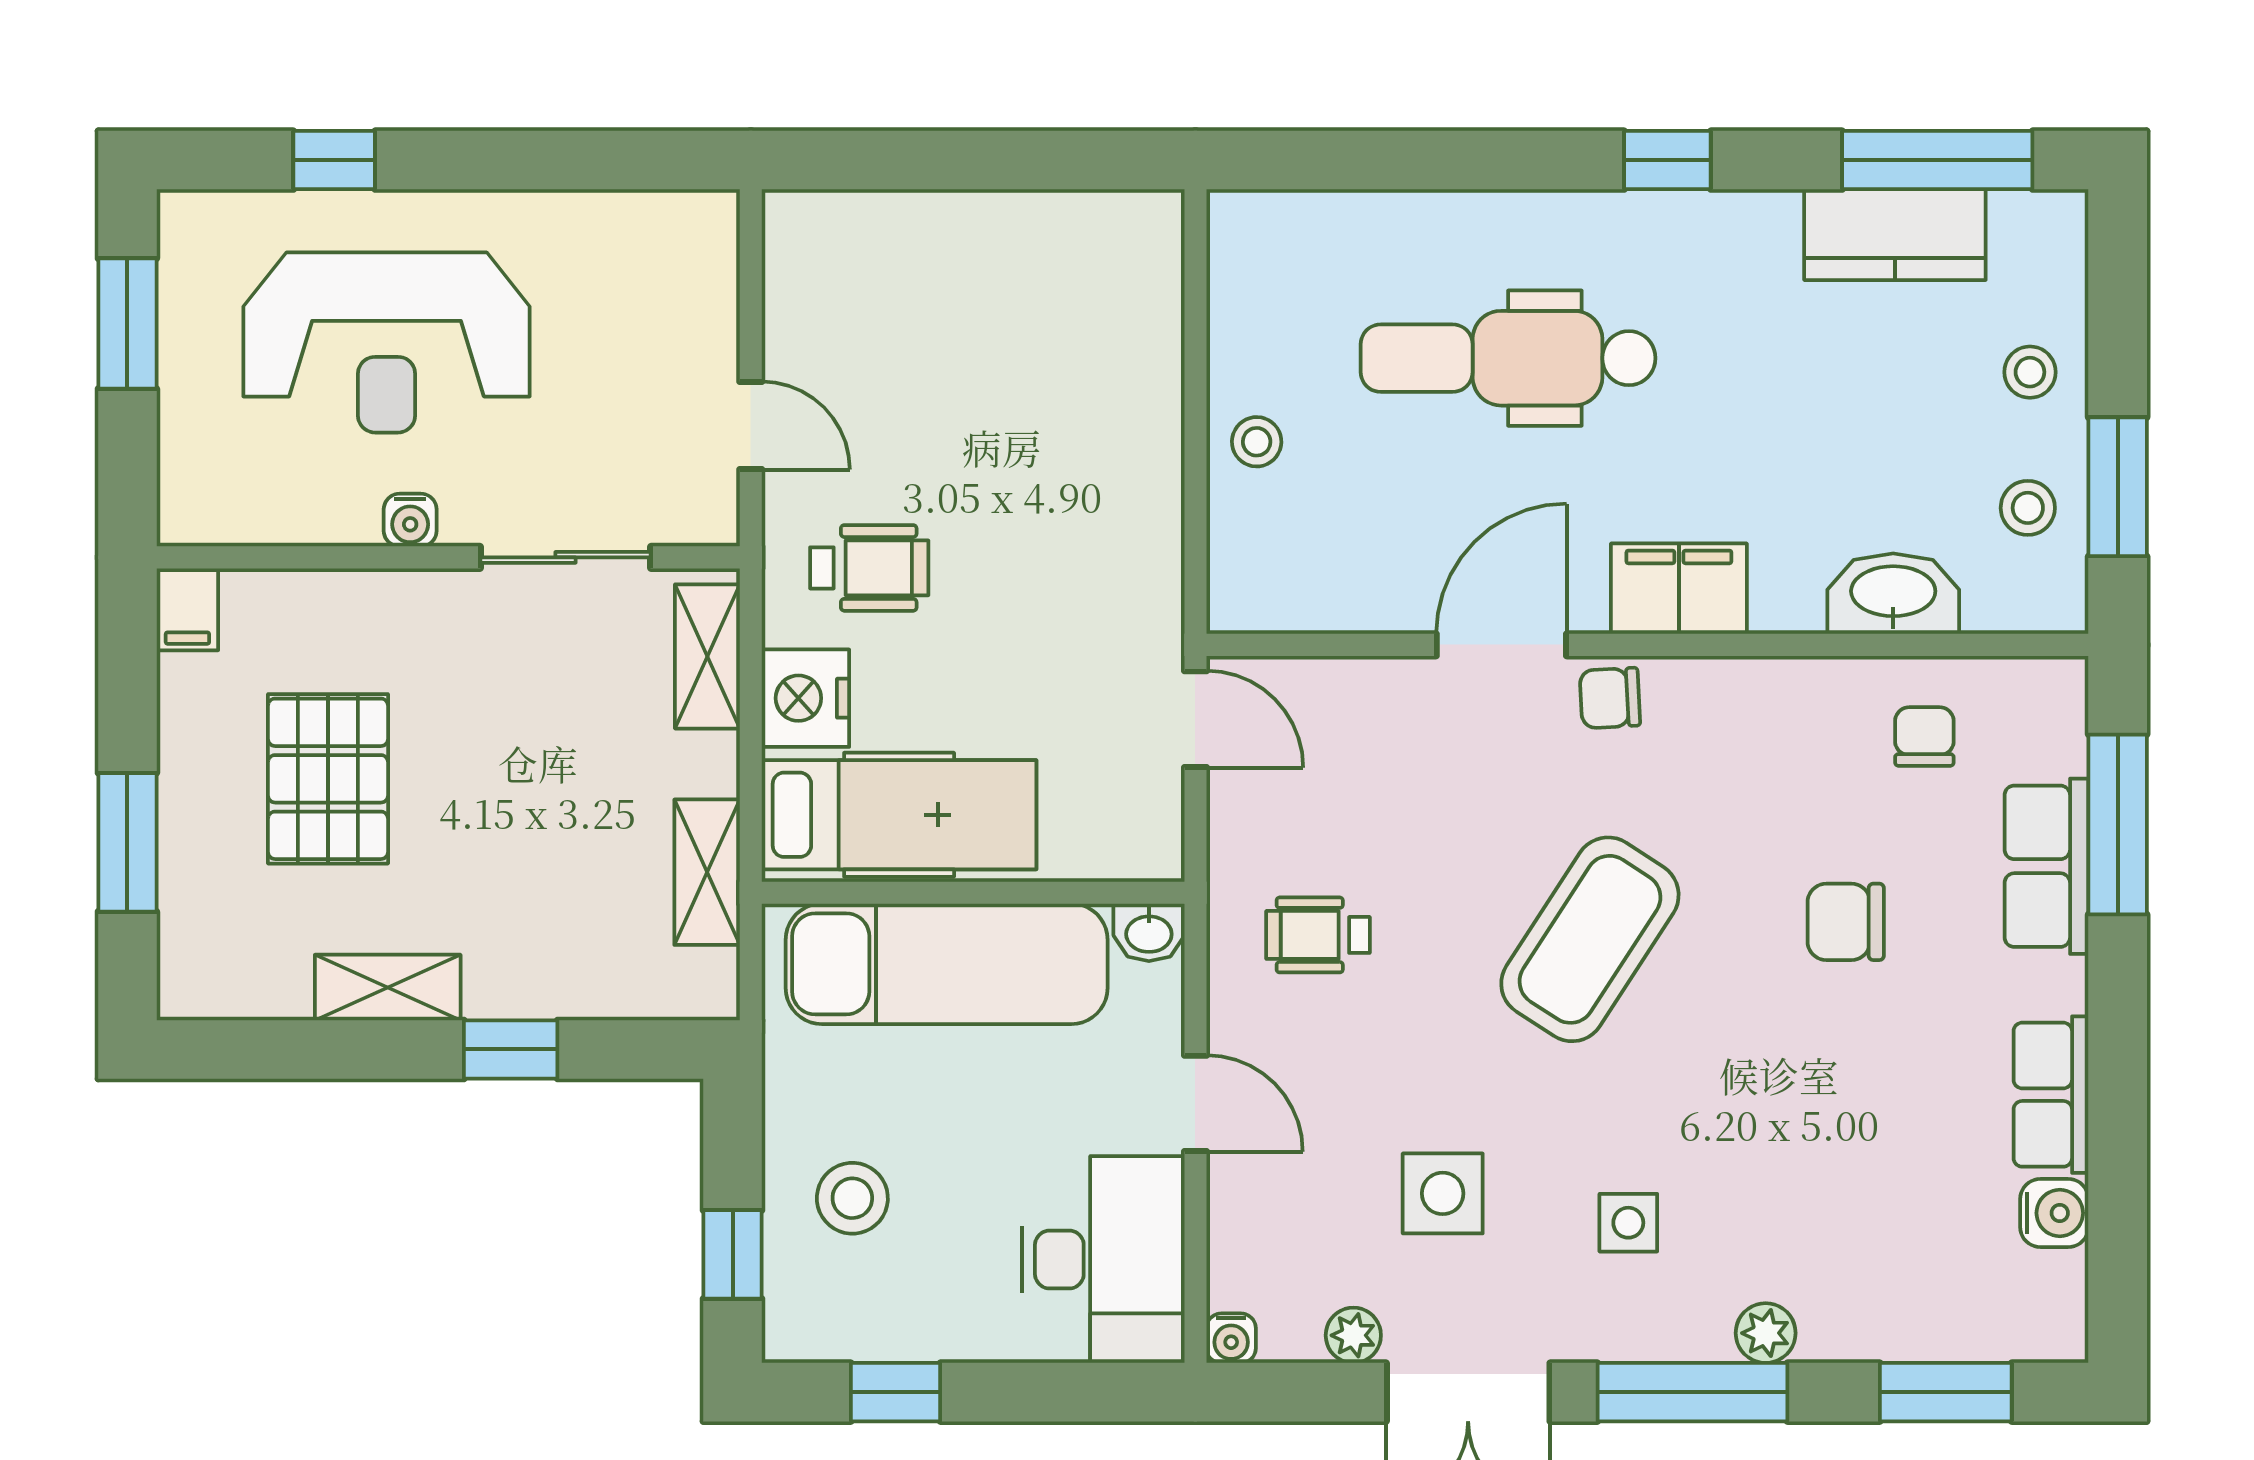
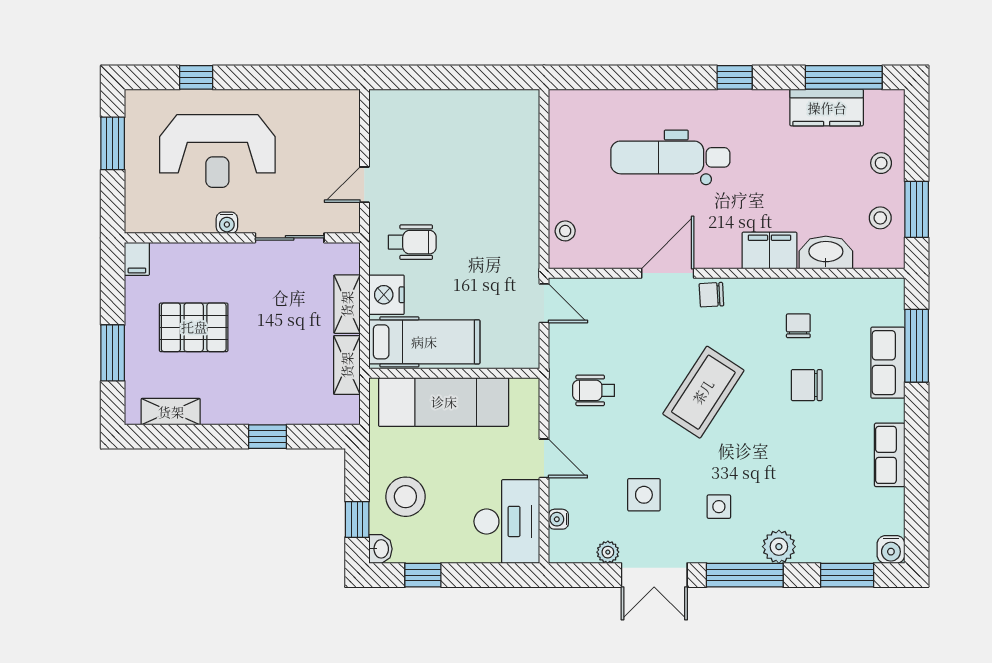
door: (751, 426) -> (364, 185), swing flipped
stool: (1257, 442) -> (565, 231), moved
filing cabinet: (1679, 589) -> (769, 251), moved
shelving: (707, 656) -> (347, 304), moved
chair: (1924, 736) -> (798, 326), moved
pallet: (328, 779) -> (194, 327), turned 90
washbasin: (1149, 932) -> (380, 549), moved, turned -90
shelving: (388, 988) -> (171, 412), moved
stool: (852, 1198) -> (405, 497), width x1.38, depth x1.38
water cooler: (2054, 1213) -> (891, 549), moved, turned 90
plant: (1766, 1333) -> (779, 547), width x1.38, depth x1.38
water cooler: (1231, 1338) -> (558, 519), moved, turned 90

